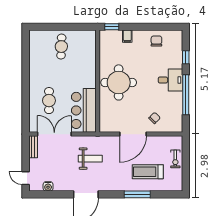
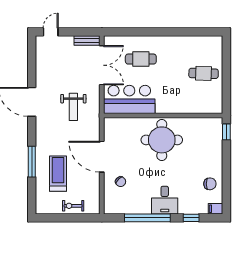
filing cabinet: (127, 36) -> (216, 209), moved
water cooler: (48, 186) -> (41, 58), removed

